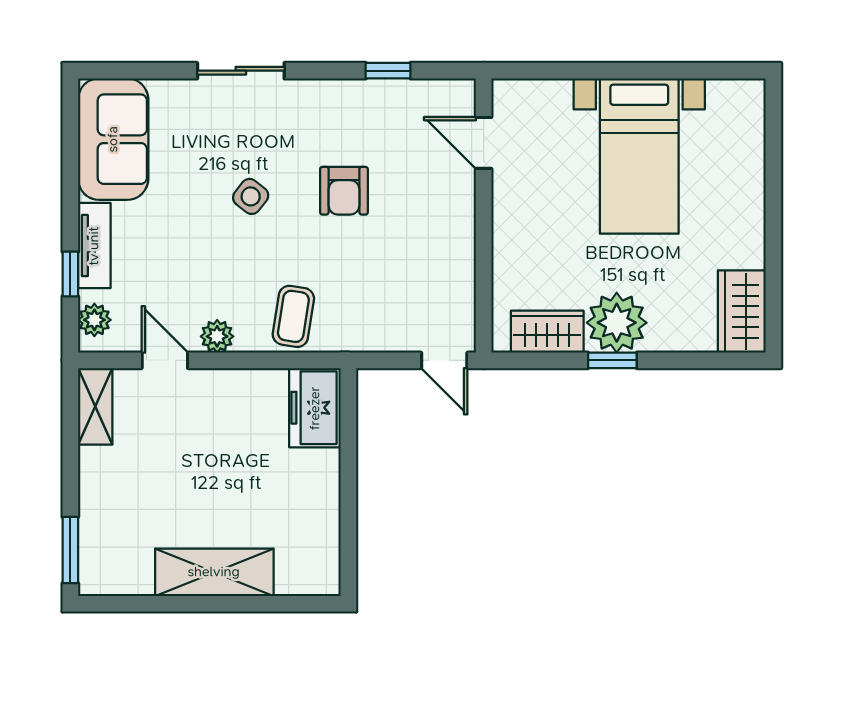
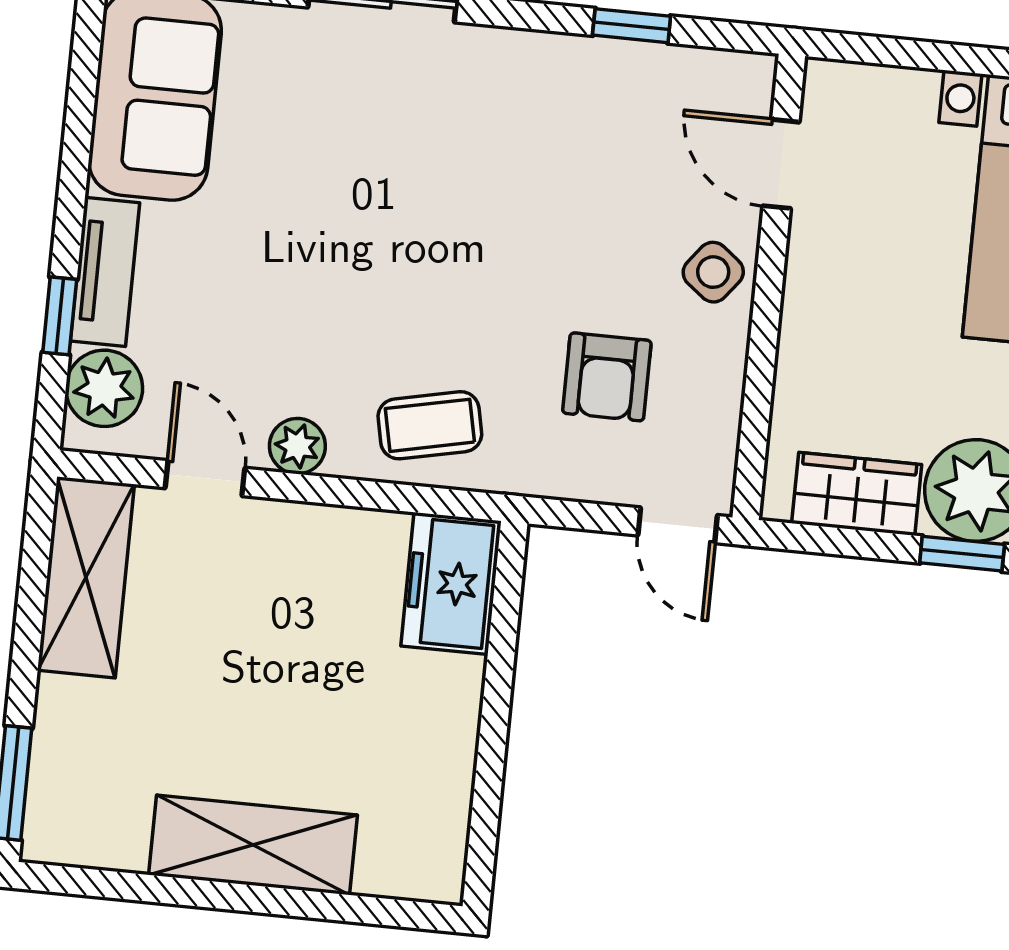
armchair: (344, 191) -> (607, 377), moved
side table: (251, 196) -> (713, 272), moved
coffee table: (293, 316) -> (430, 425), turned 69
plant: (94, 320) -> (104, 388), width x1.38, depth x1.38
shelving: (95, 406) -> (86, 577), width x1.50, depth x1.33

